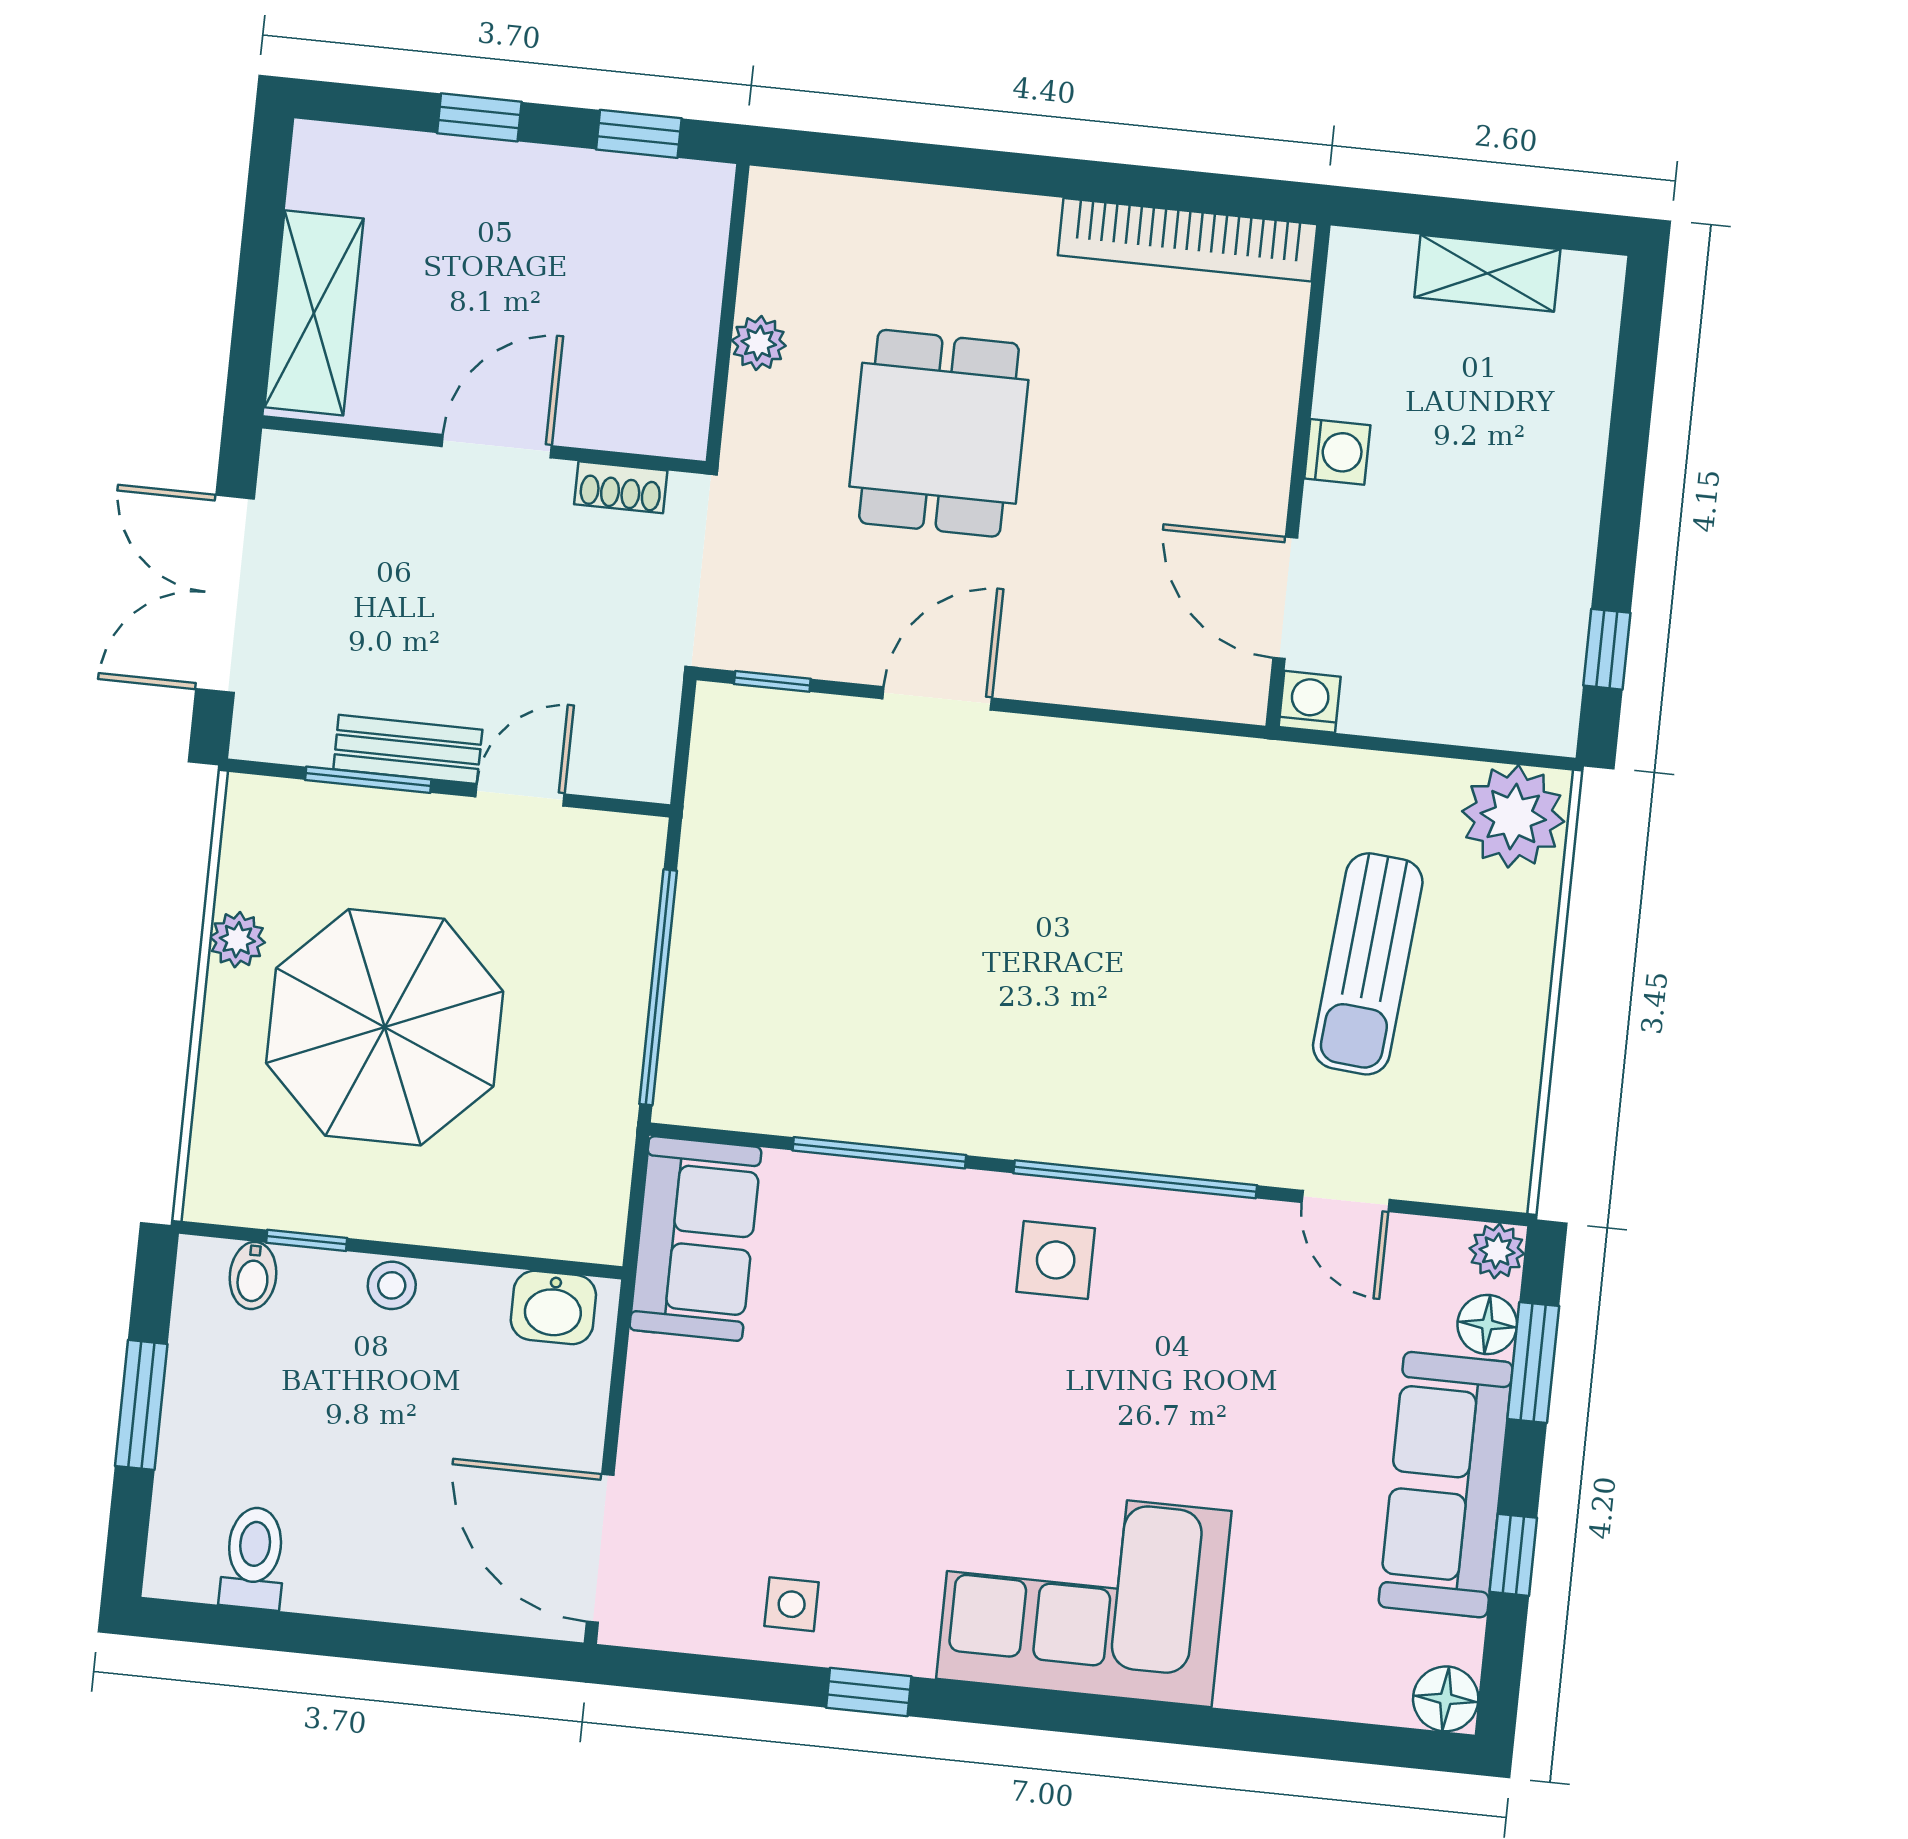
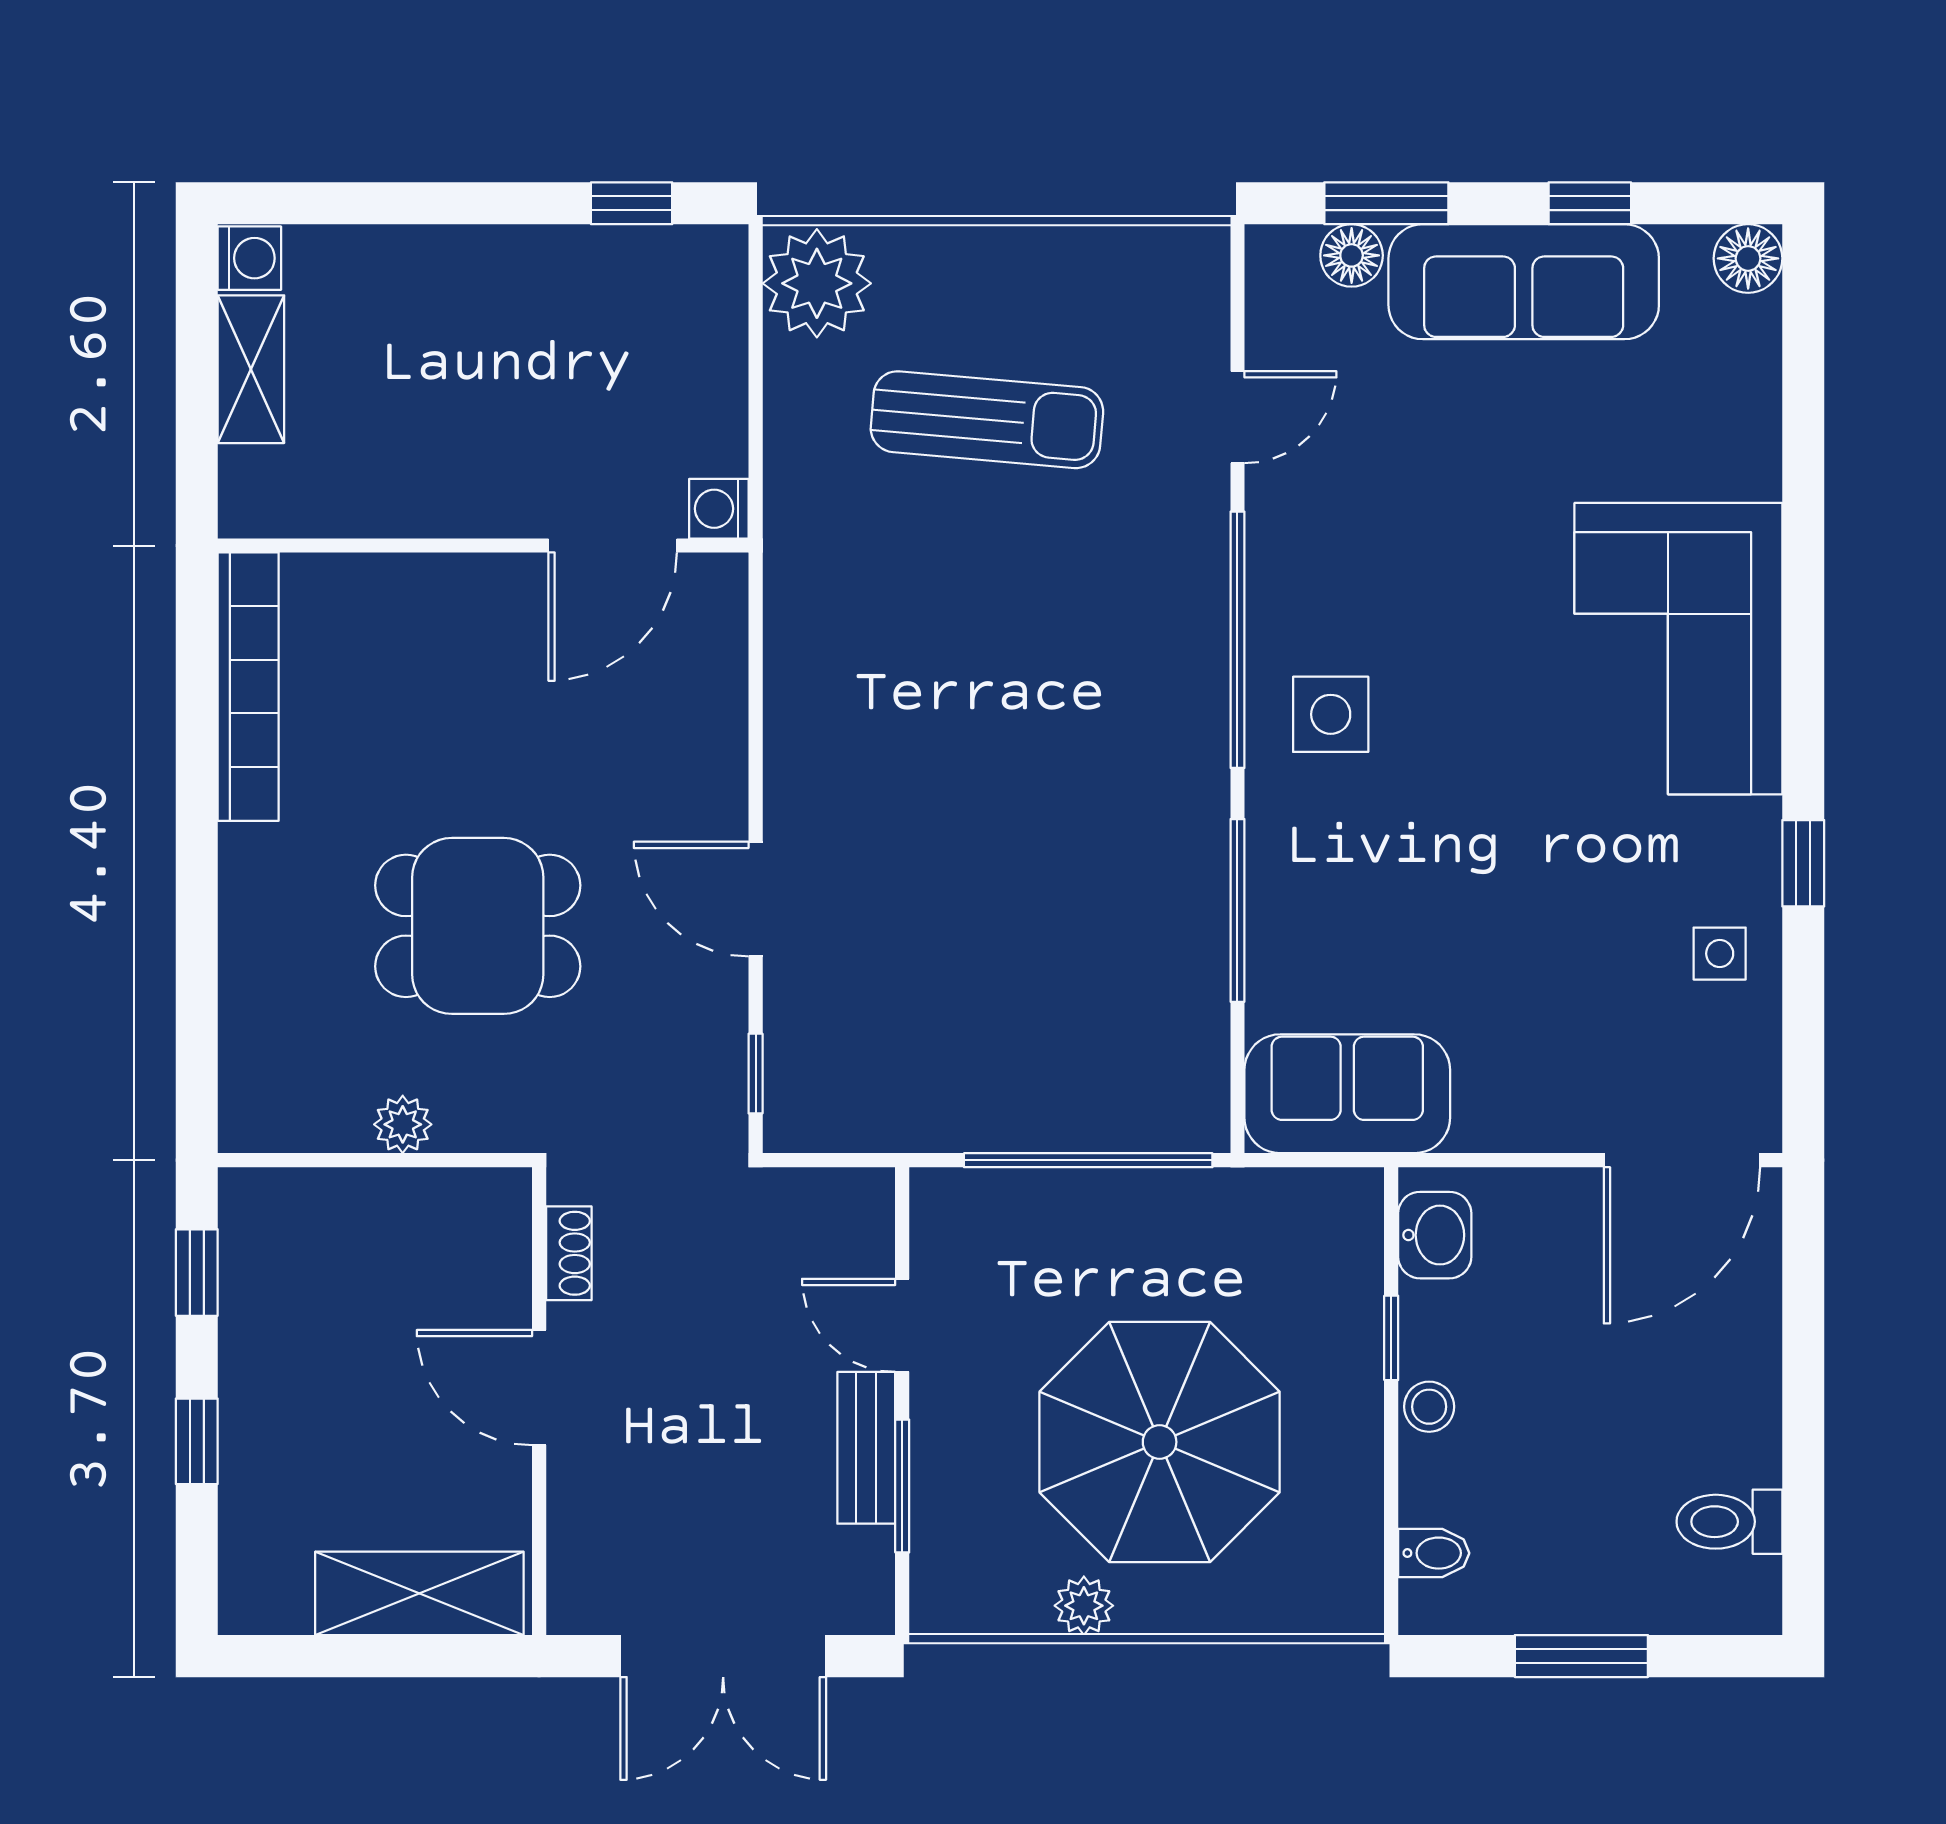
washing machine: (1337, 452) -> (249, 258), moved, turned 90
window: (307, 1240) -> (1391, 1338), moved
plant: (1497, 1251) -> (1274, 253), removed

